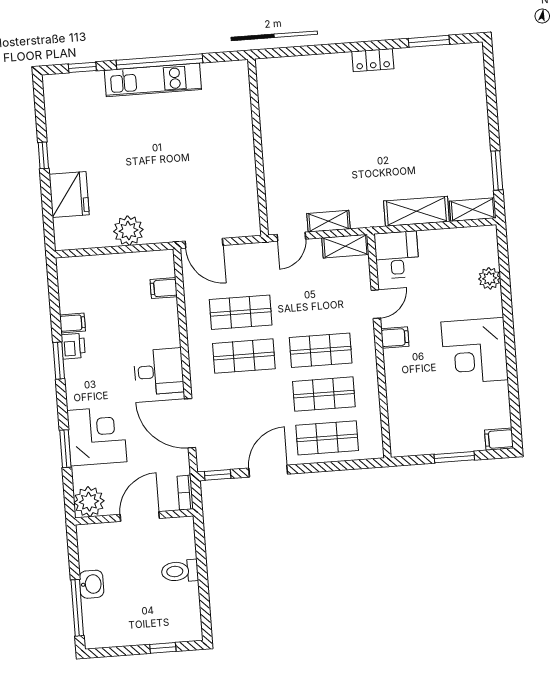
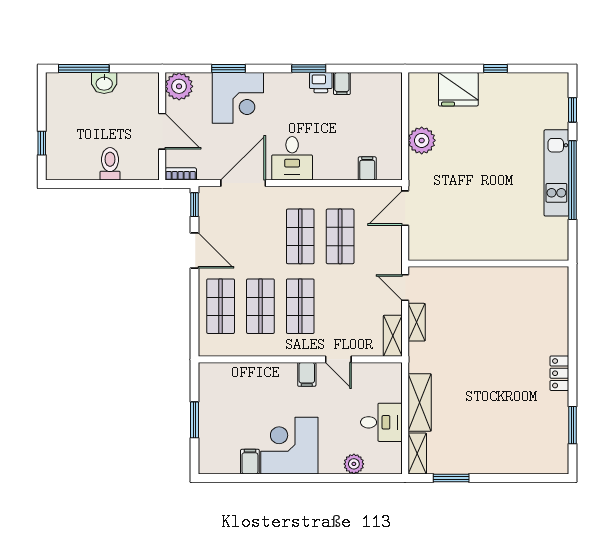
desk: (397, 255) -> (381, 422), moved
filing cabinet: (499, 439) -> (250, 462), moved

